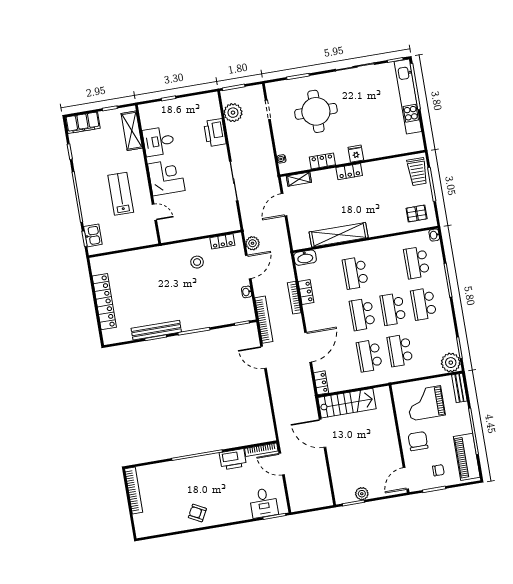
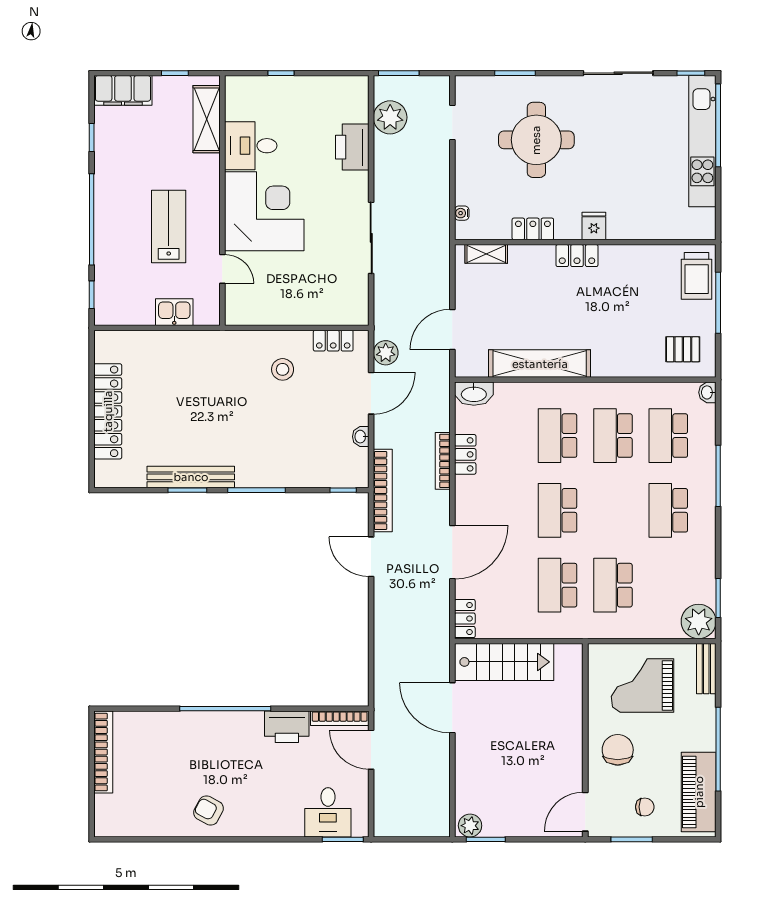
corner desk: (166, 177) -> (264, 211), width x1.36, depth x1.36
door: (284, 205) -> (452, 329), moved
kitchen sink: (93, 235) -> (174, 312), moved, turned -90
school desk: (393, 309) -> (613, 436), moved
plant: (362, 494) -> (470, 826), moved

